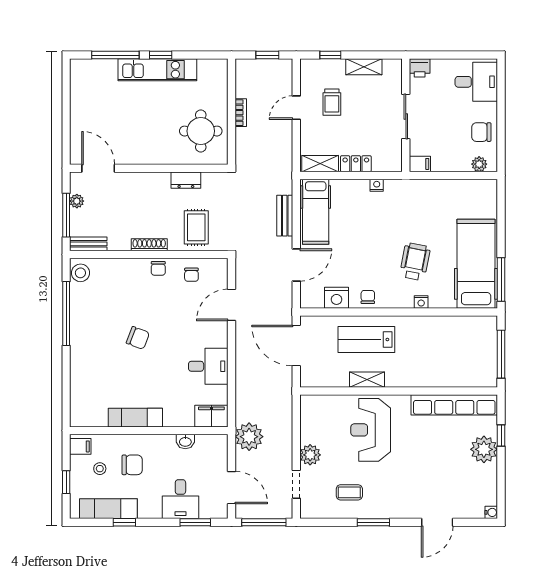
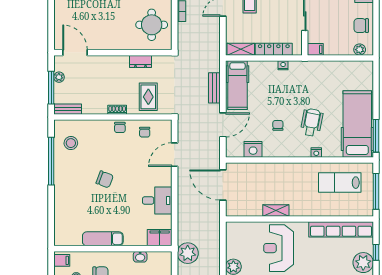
locker: (356, 164) -> (274, 49), width x1.53
shoe rack: (149, 245) -> (117, 110), width x0.70
stool: (80, 273) -> (71, 143), moved
chair: (368, 297) -> (278, 125), moved
lab bench: (366, 339) -> (340, 183), moved

